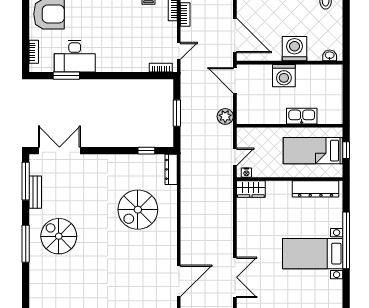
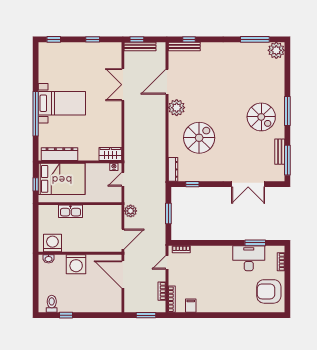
washing machine: (284, 76) -> (52, 243), moved
door: (235, 80) -> (123, 239), hinge flipped
double door: (59, 151) -> (248, 184), moved
bed: (313, 151) -> (62, 179), width x1.50
plant: (167, 248) -> (177, 108), added

